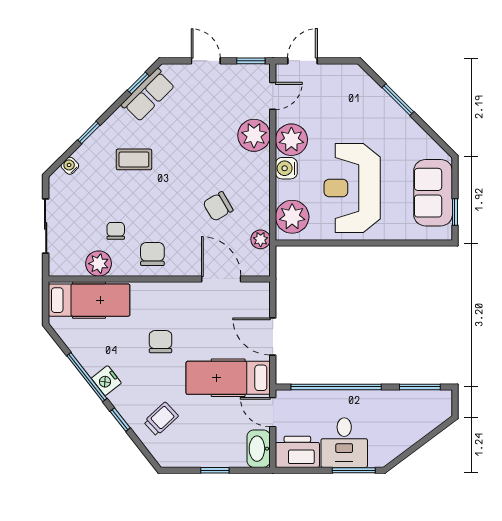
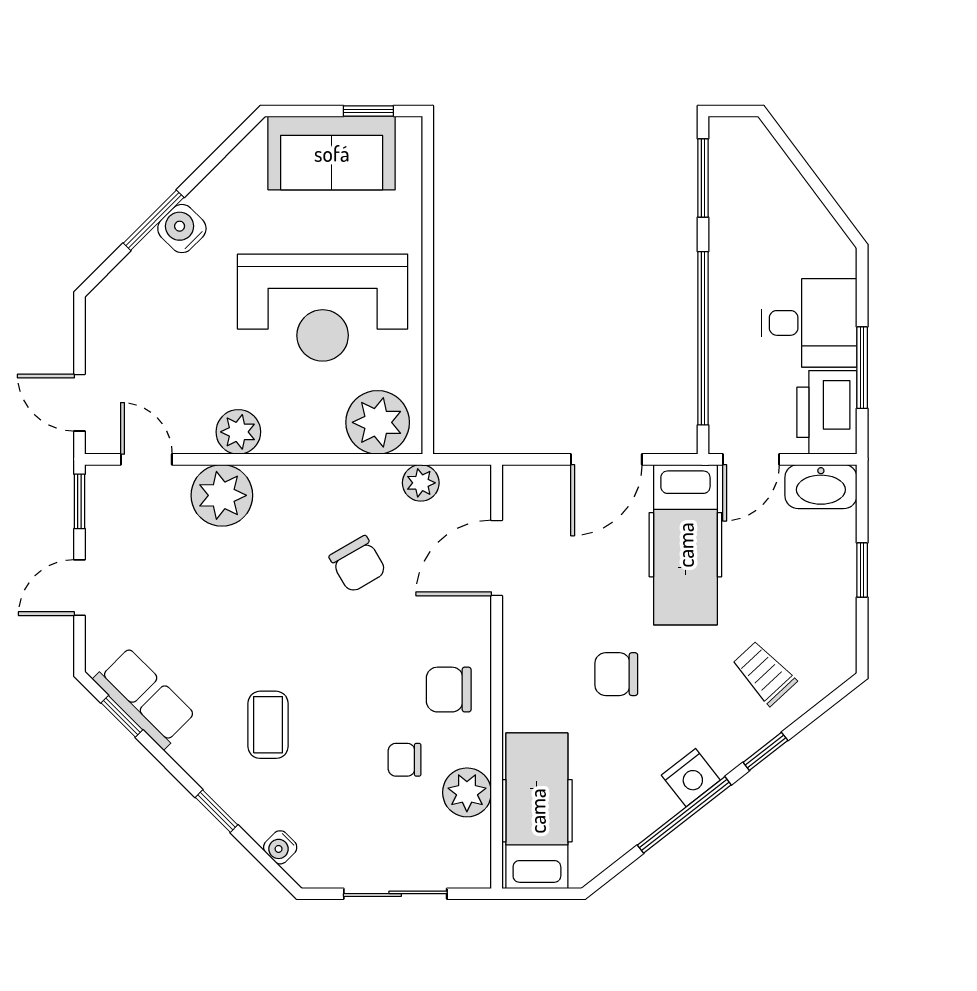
plant: (291, 140) -> (238, 432), width x0.73, depth x0.73
water cooler: (286, 168) -> (182, 229), moved, turned 135
window: (354, 470) -> (862, 368), moved

